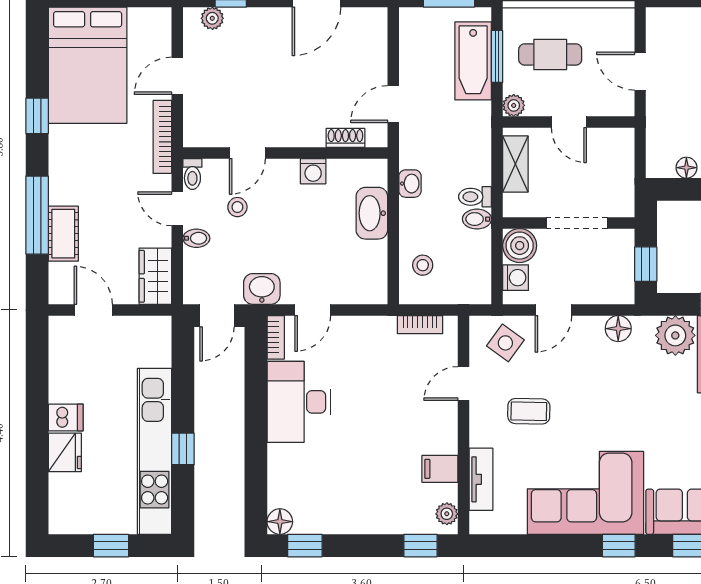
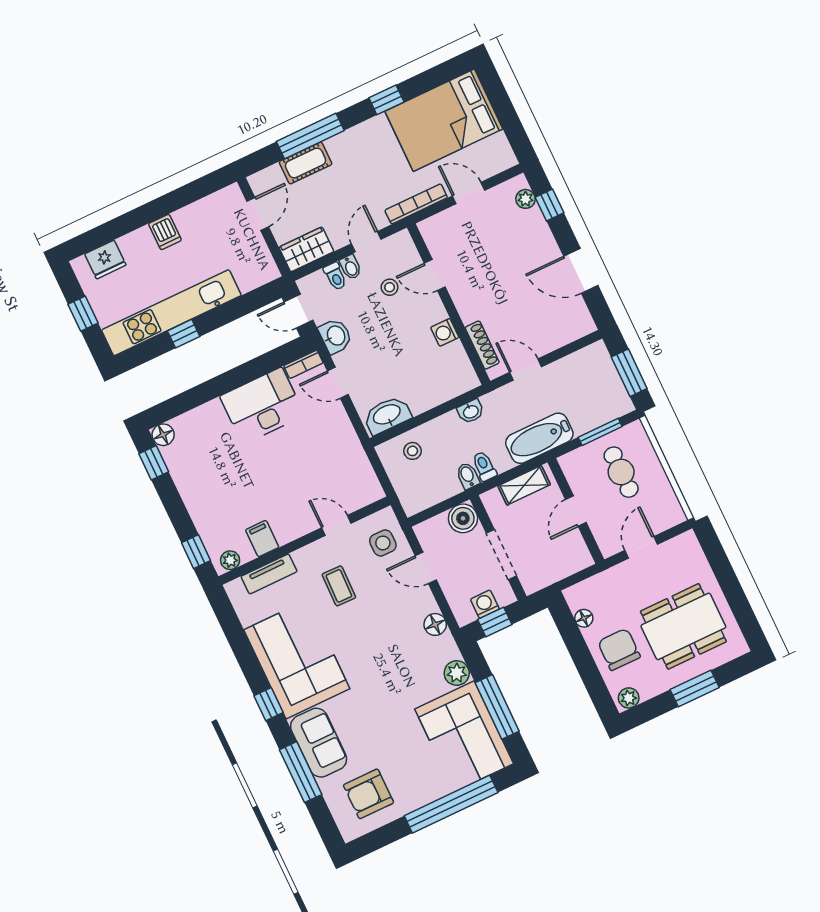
bathtub: (473, 61) -> (539, 438), moved
plant: (514, 105) -> (569, 463), removed
shoe rack: (345, 138) -> (482, 345), width x1.43
toilet: (192, 174) -> (335, 276), moved, turned -90
washbasin: (372, 213) -> (387, 415), moved
washing machine: (516, 278) -> (485, 604), moved, turned 180
bookcase: (420, 325) -> (366, 471), removed
plant: (675, 335) -> (457, 673), width x0.73, depth x0.73
side table: (505, 343) -> (383, 543), turned -36
fridge: (65, 452) -> (105, 260), moved

